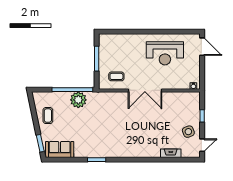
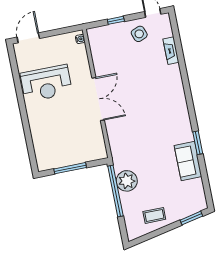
reception desk: (165, 53) -> (46, 83), turned 90
coffee table: (116, 76) -> (88, 139), removed
sofa: (60, 149) -> (188, 161), moved

